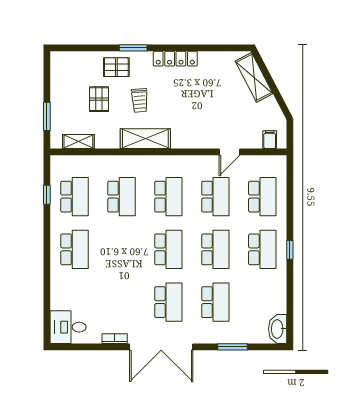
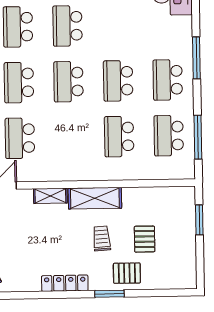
shelving: (78, 142) -> (50, 196), moved
window: (47, 195) -> (198, 137), width x2.17
school desk: (168, 197) -> (118, 81), moved
window: (47, 270) -> (196, 58), added

